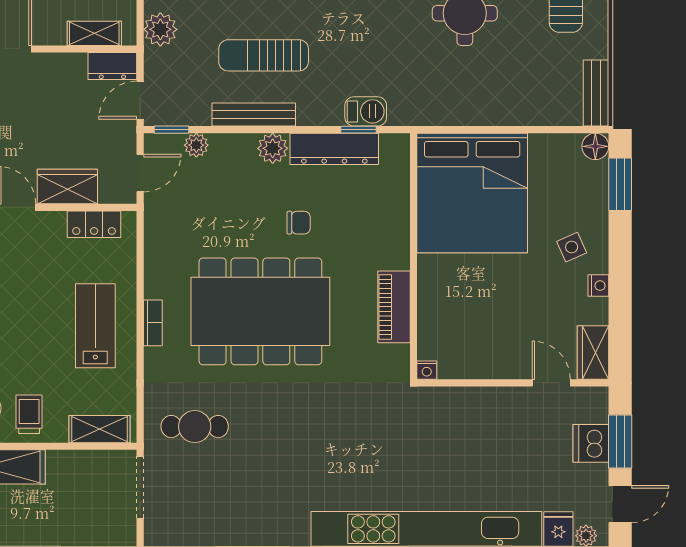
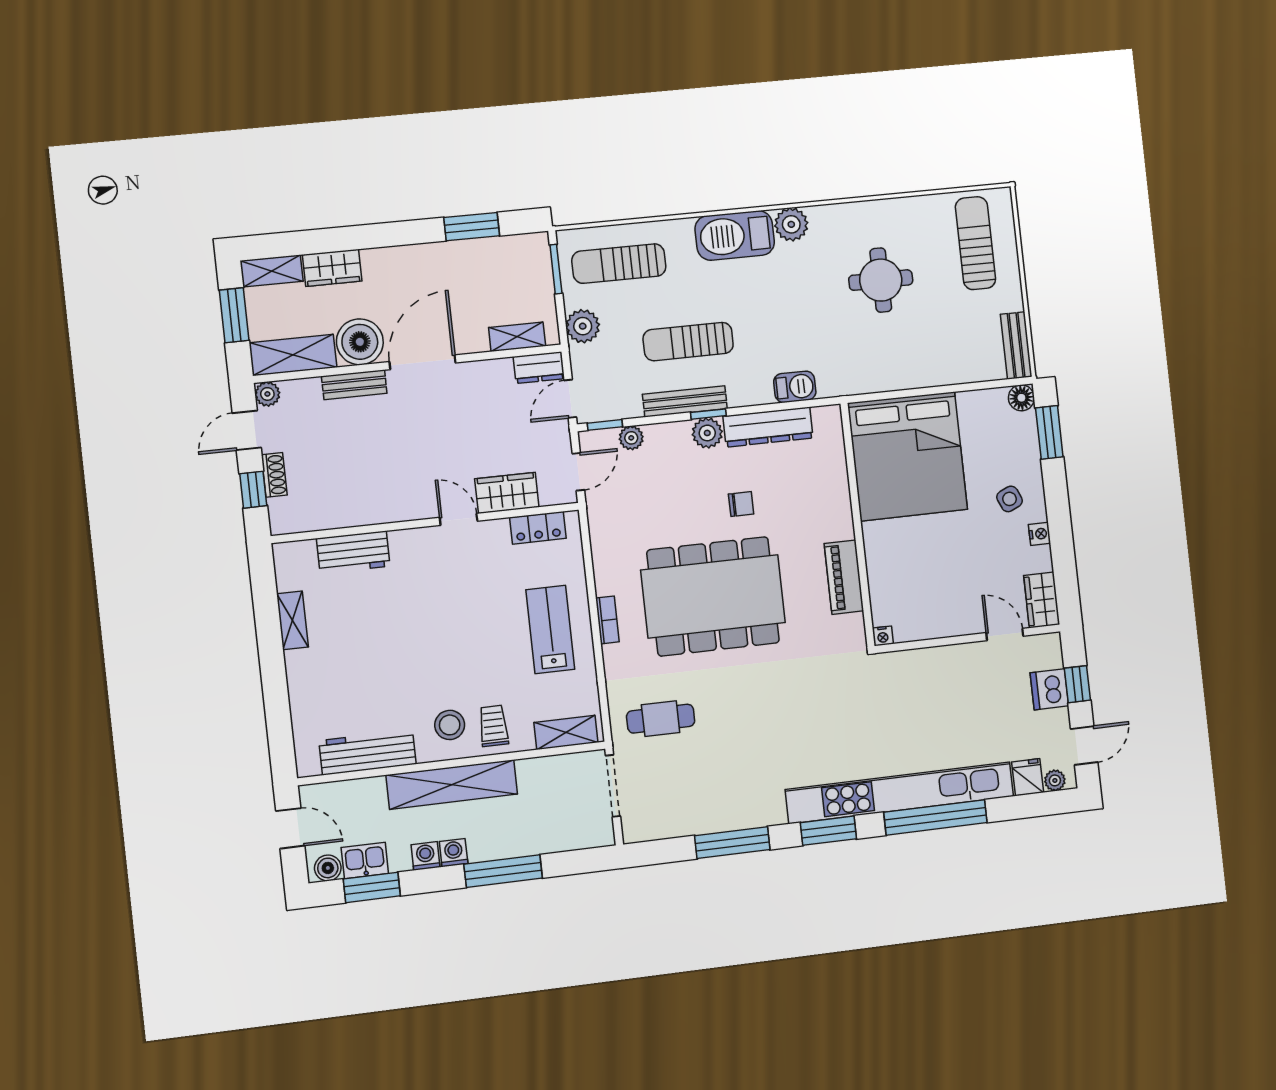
window: (358, 130) -> (708, 414), moved
window: (620, 441) -> (1077, 684), width x0.67

